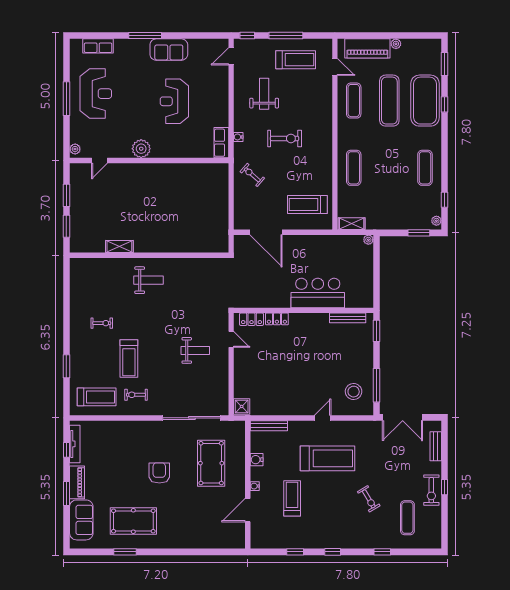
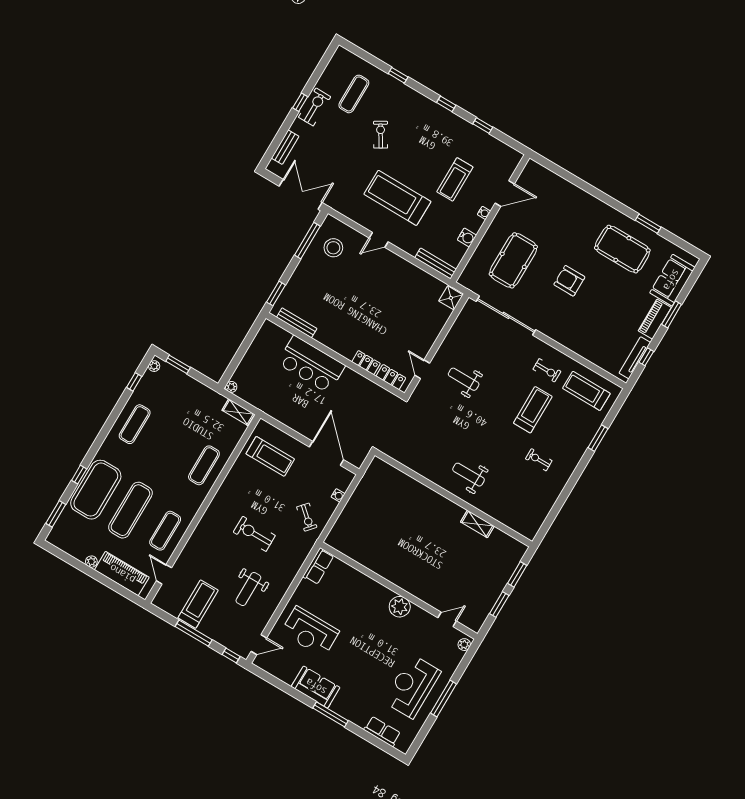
treadmill: (296, 60) -> (198, 604), turned 90
reception desk: (174, 101) -> (310, 632), moved, turned 90
water cooler: (238, 137) -> (338, 495), moved
armchair: (159, 473) -> (569, 281), turned 90

